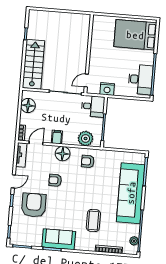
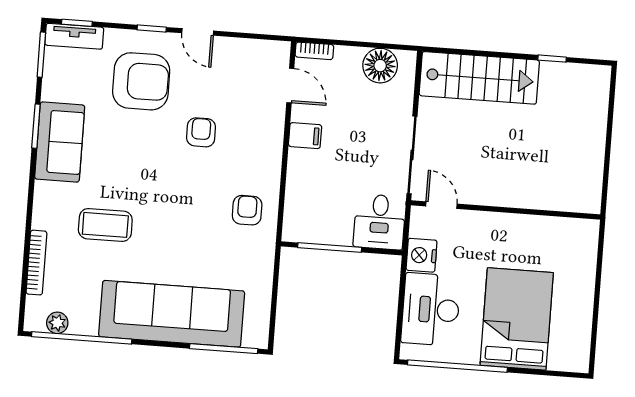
bed: (135, 35) -> (517, 319), moved
desk: (140, 79) -> (431, 309), moved, turned 90
plant: (86, 138) -> (302, 204), removed
floor lamp: (63, 154) -> (265, 150), removed
tv unit: (21, 155) -> (74, 36), moved

